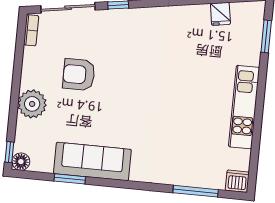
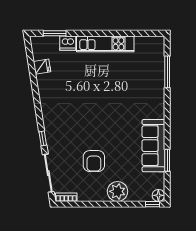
dishwasher: (237, 181) -> (68, 43), moved, turned -90

